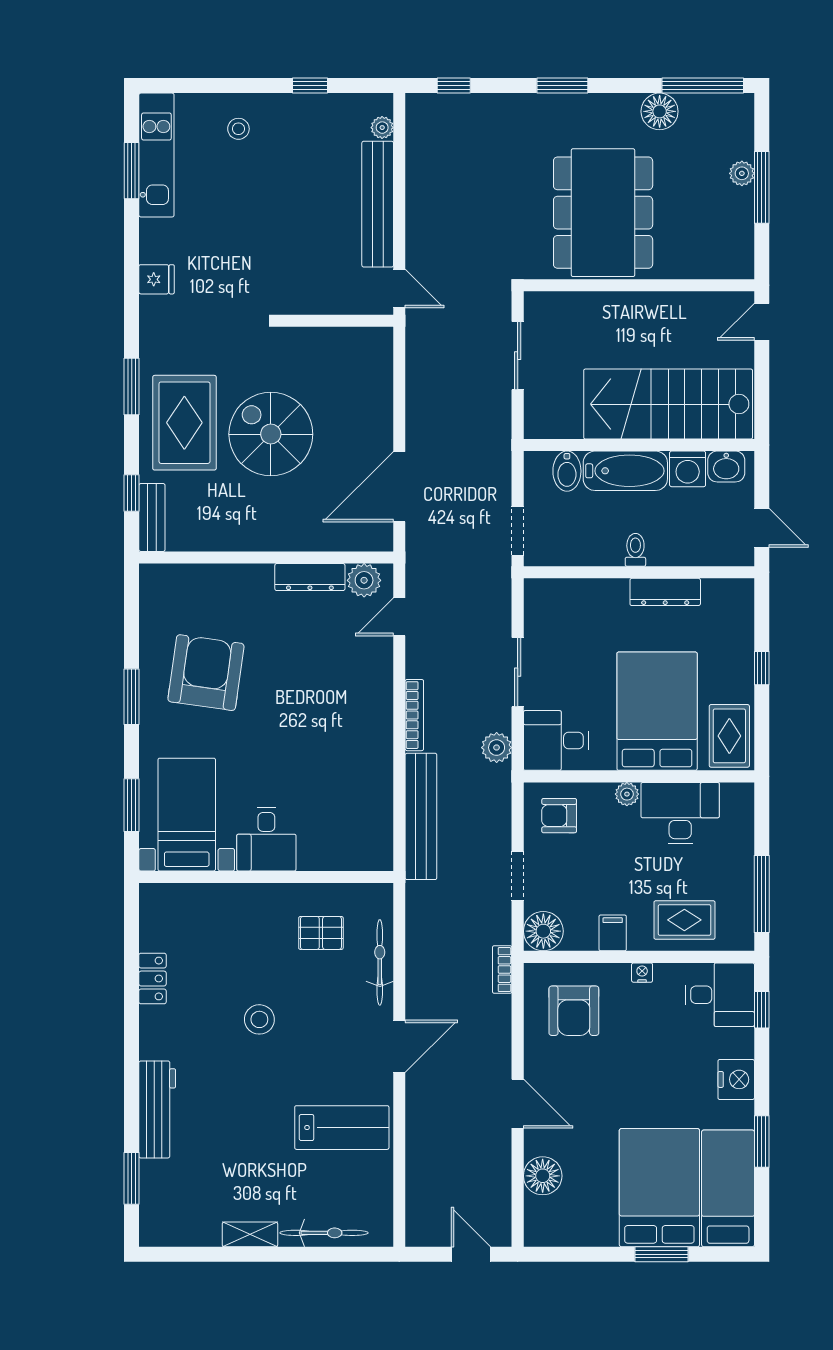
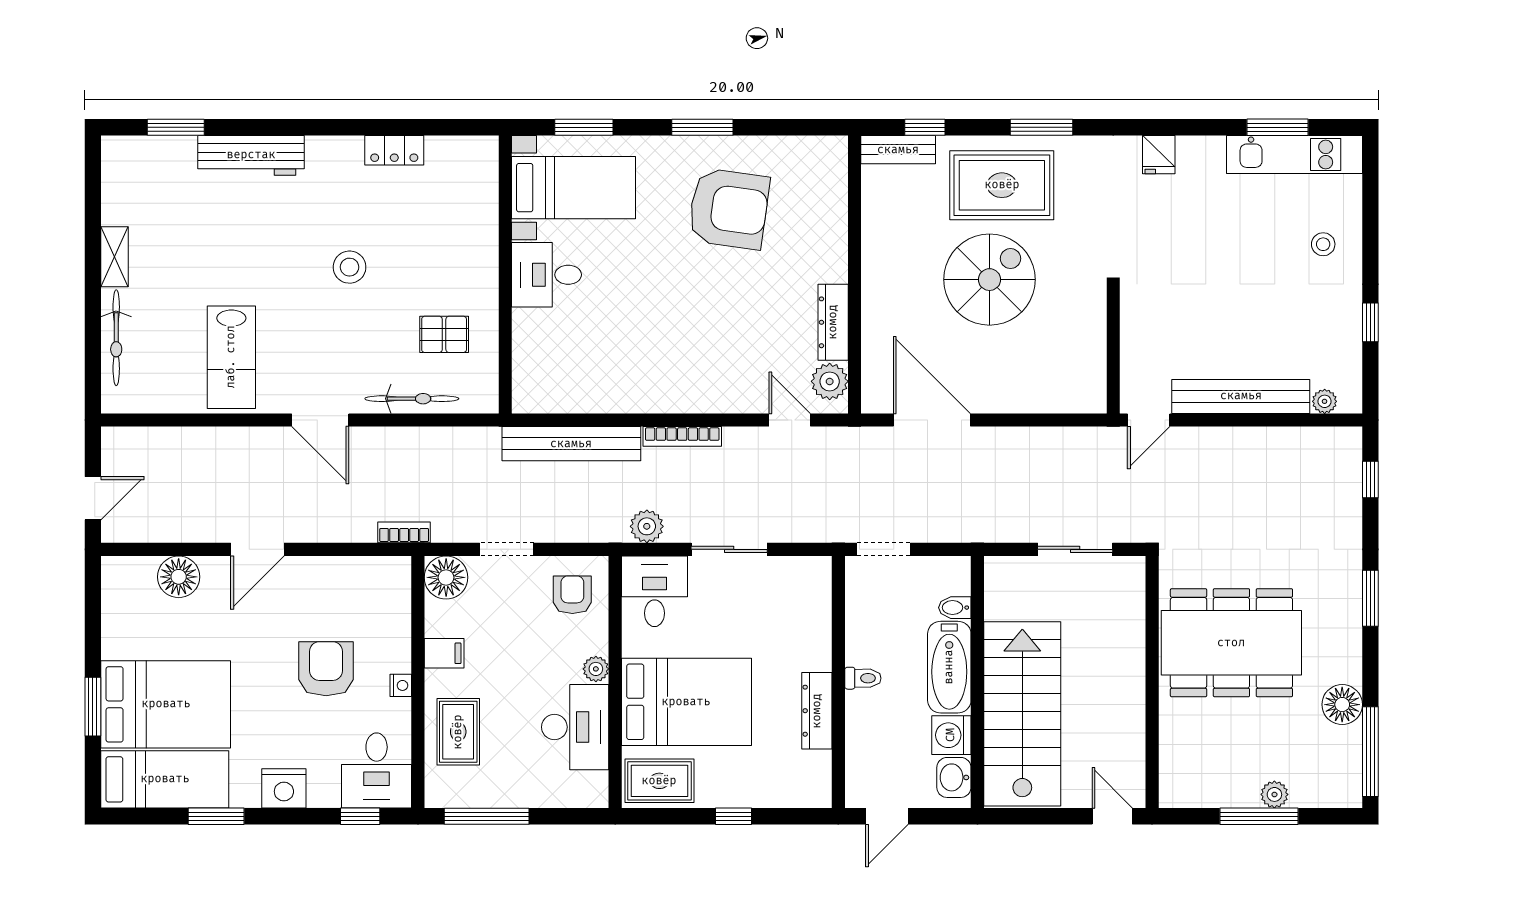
bidet: (567, 471) -> (955, 608), width x0.72, depth x0.74
pallet: (321, 933) -> (444, 334), turned 90
armchair: (574, 1011) -> (326, 669), moved, turned 90

